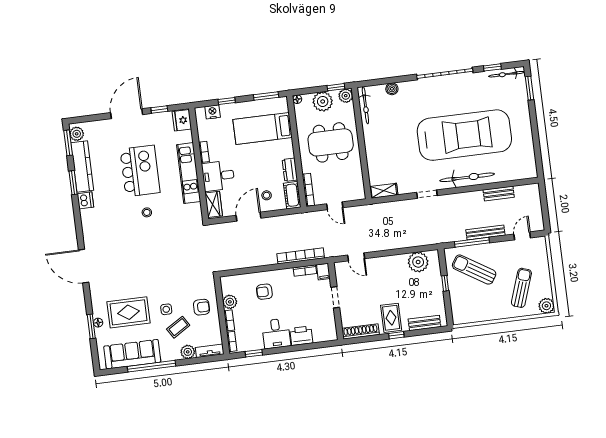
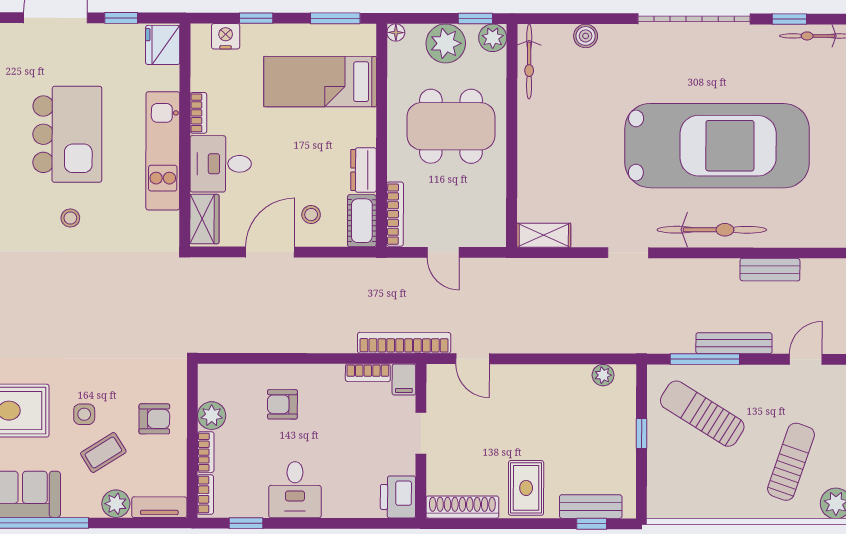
bookcase: (301, 256) -> (404, 343), moved
plant: (418, 262) -> (603, 375), width x0.53, depth x0.53
window: (396, 335) -> (592, 524), moved
printer: (301, 336) -> (398, 497), moved, turned -90

